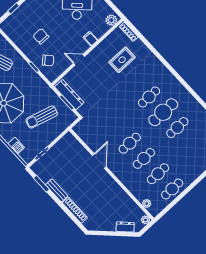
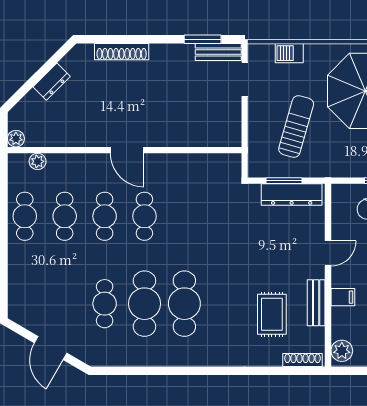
bench: (102, 47) -> (316, 303), added
cafe table: (149, 97) -> (184, 304), width x1.37, depth x1.35
door: (99, 161) -> (127, 150), moved
bench: (57, 190) -> (218, 52), moved
dresser: (125, 227) -> (52, 82), moved

